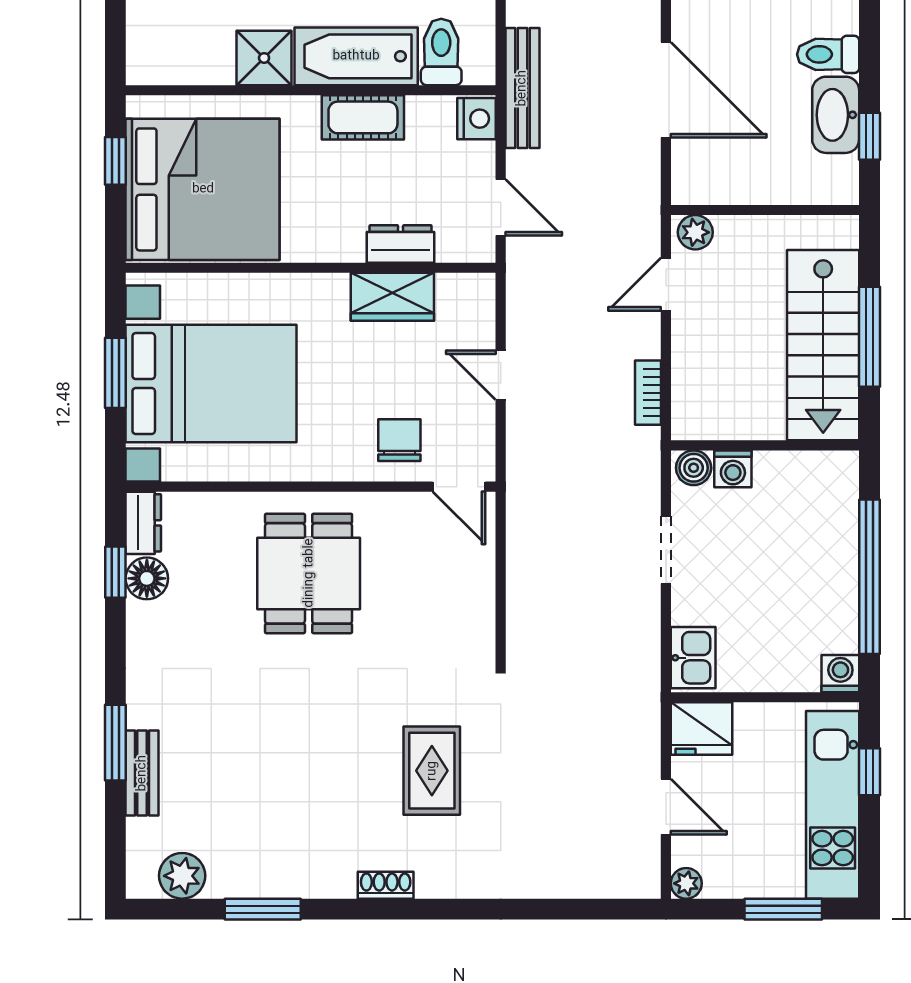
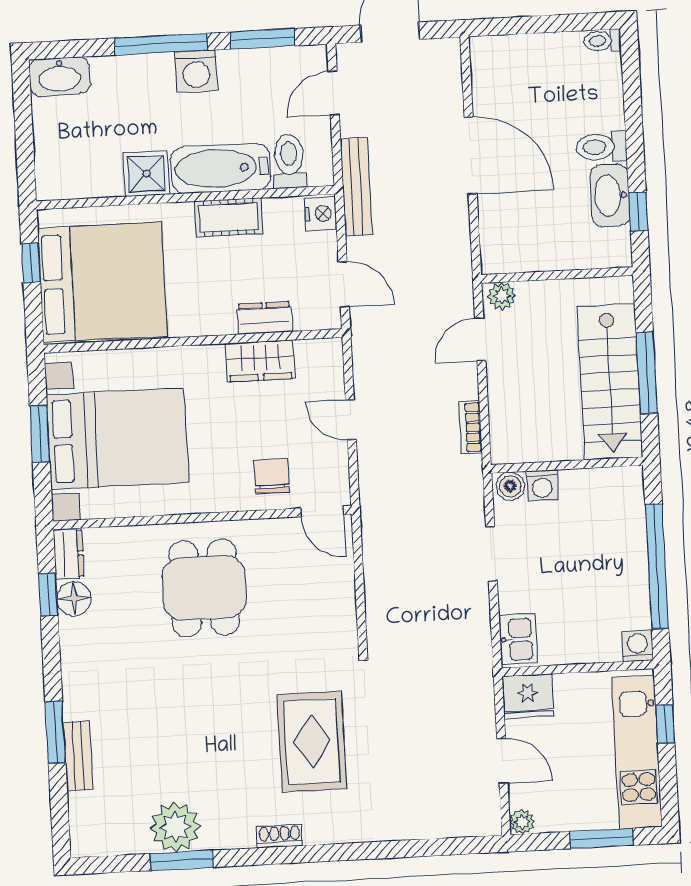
door: (666, 90) -> (471, 155), moved
rug: (432, 771) -> (312, 742), width x1.36, depth x1.43
plant: (182, 876) -> (175, 827), moved, width x1.36, depth x1.36

